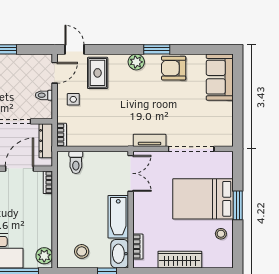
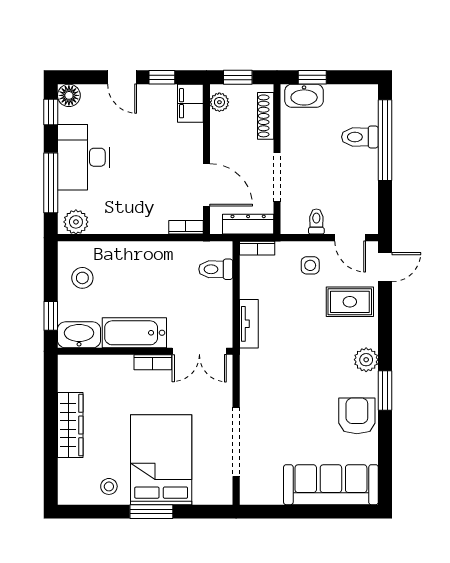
sofa: (220, 77) -> (331, 485), width x1.36
tv unit: (150, 140) -> (249, 324), moved
bookcase: (138, 247) -> (153, 362), moved

